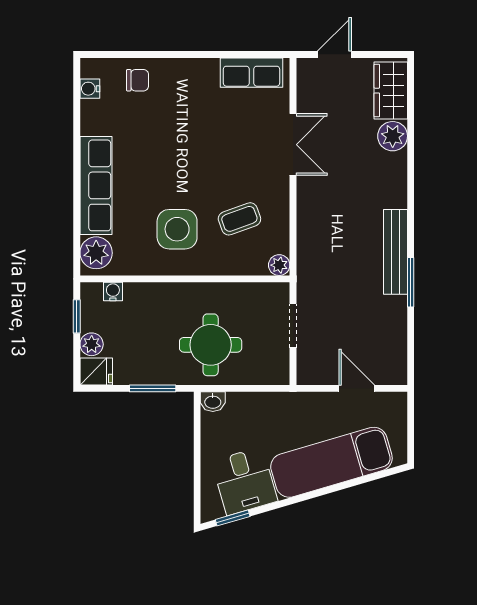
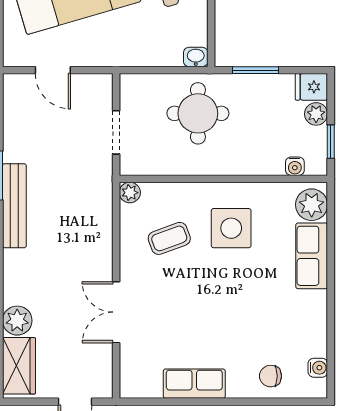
row of seats: (252, 73) -> (194, 384), moved
row of seats: (96, 185) -> (312, 256), width x0.68

